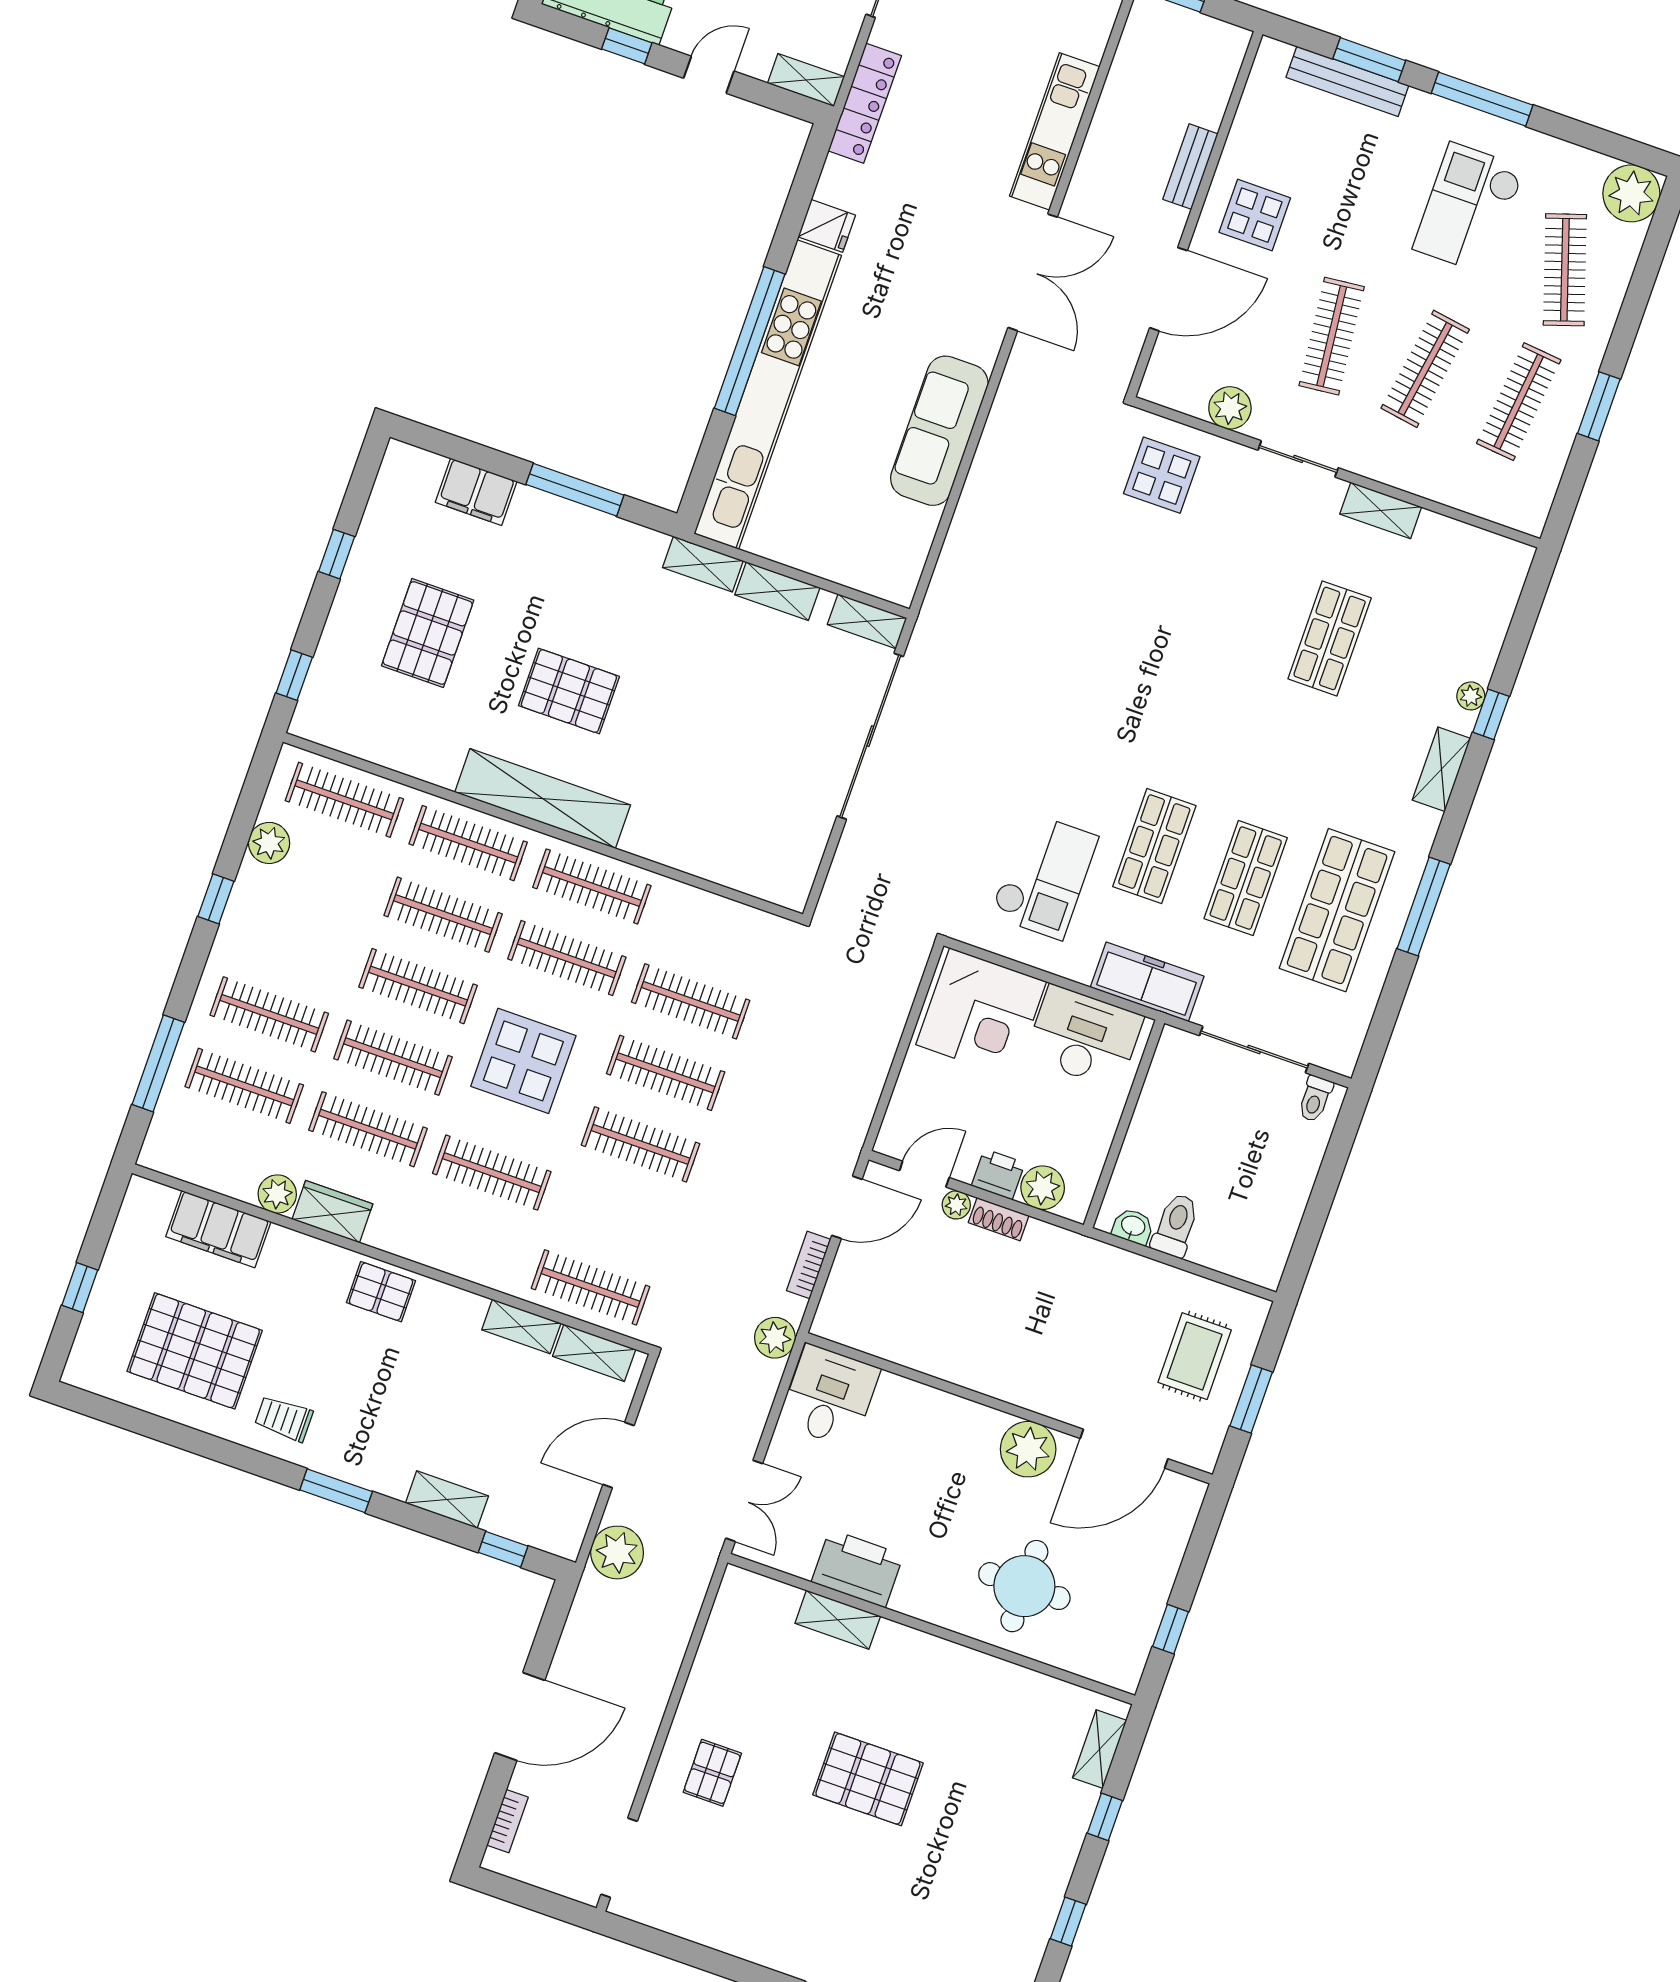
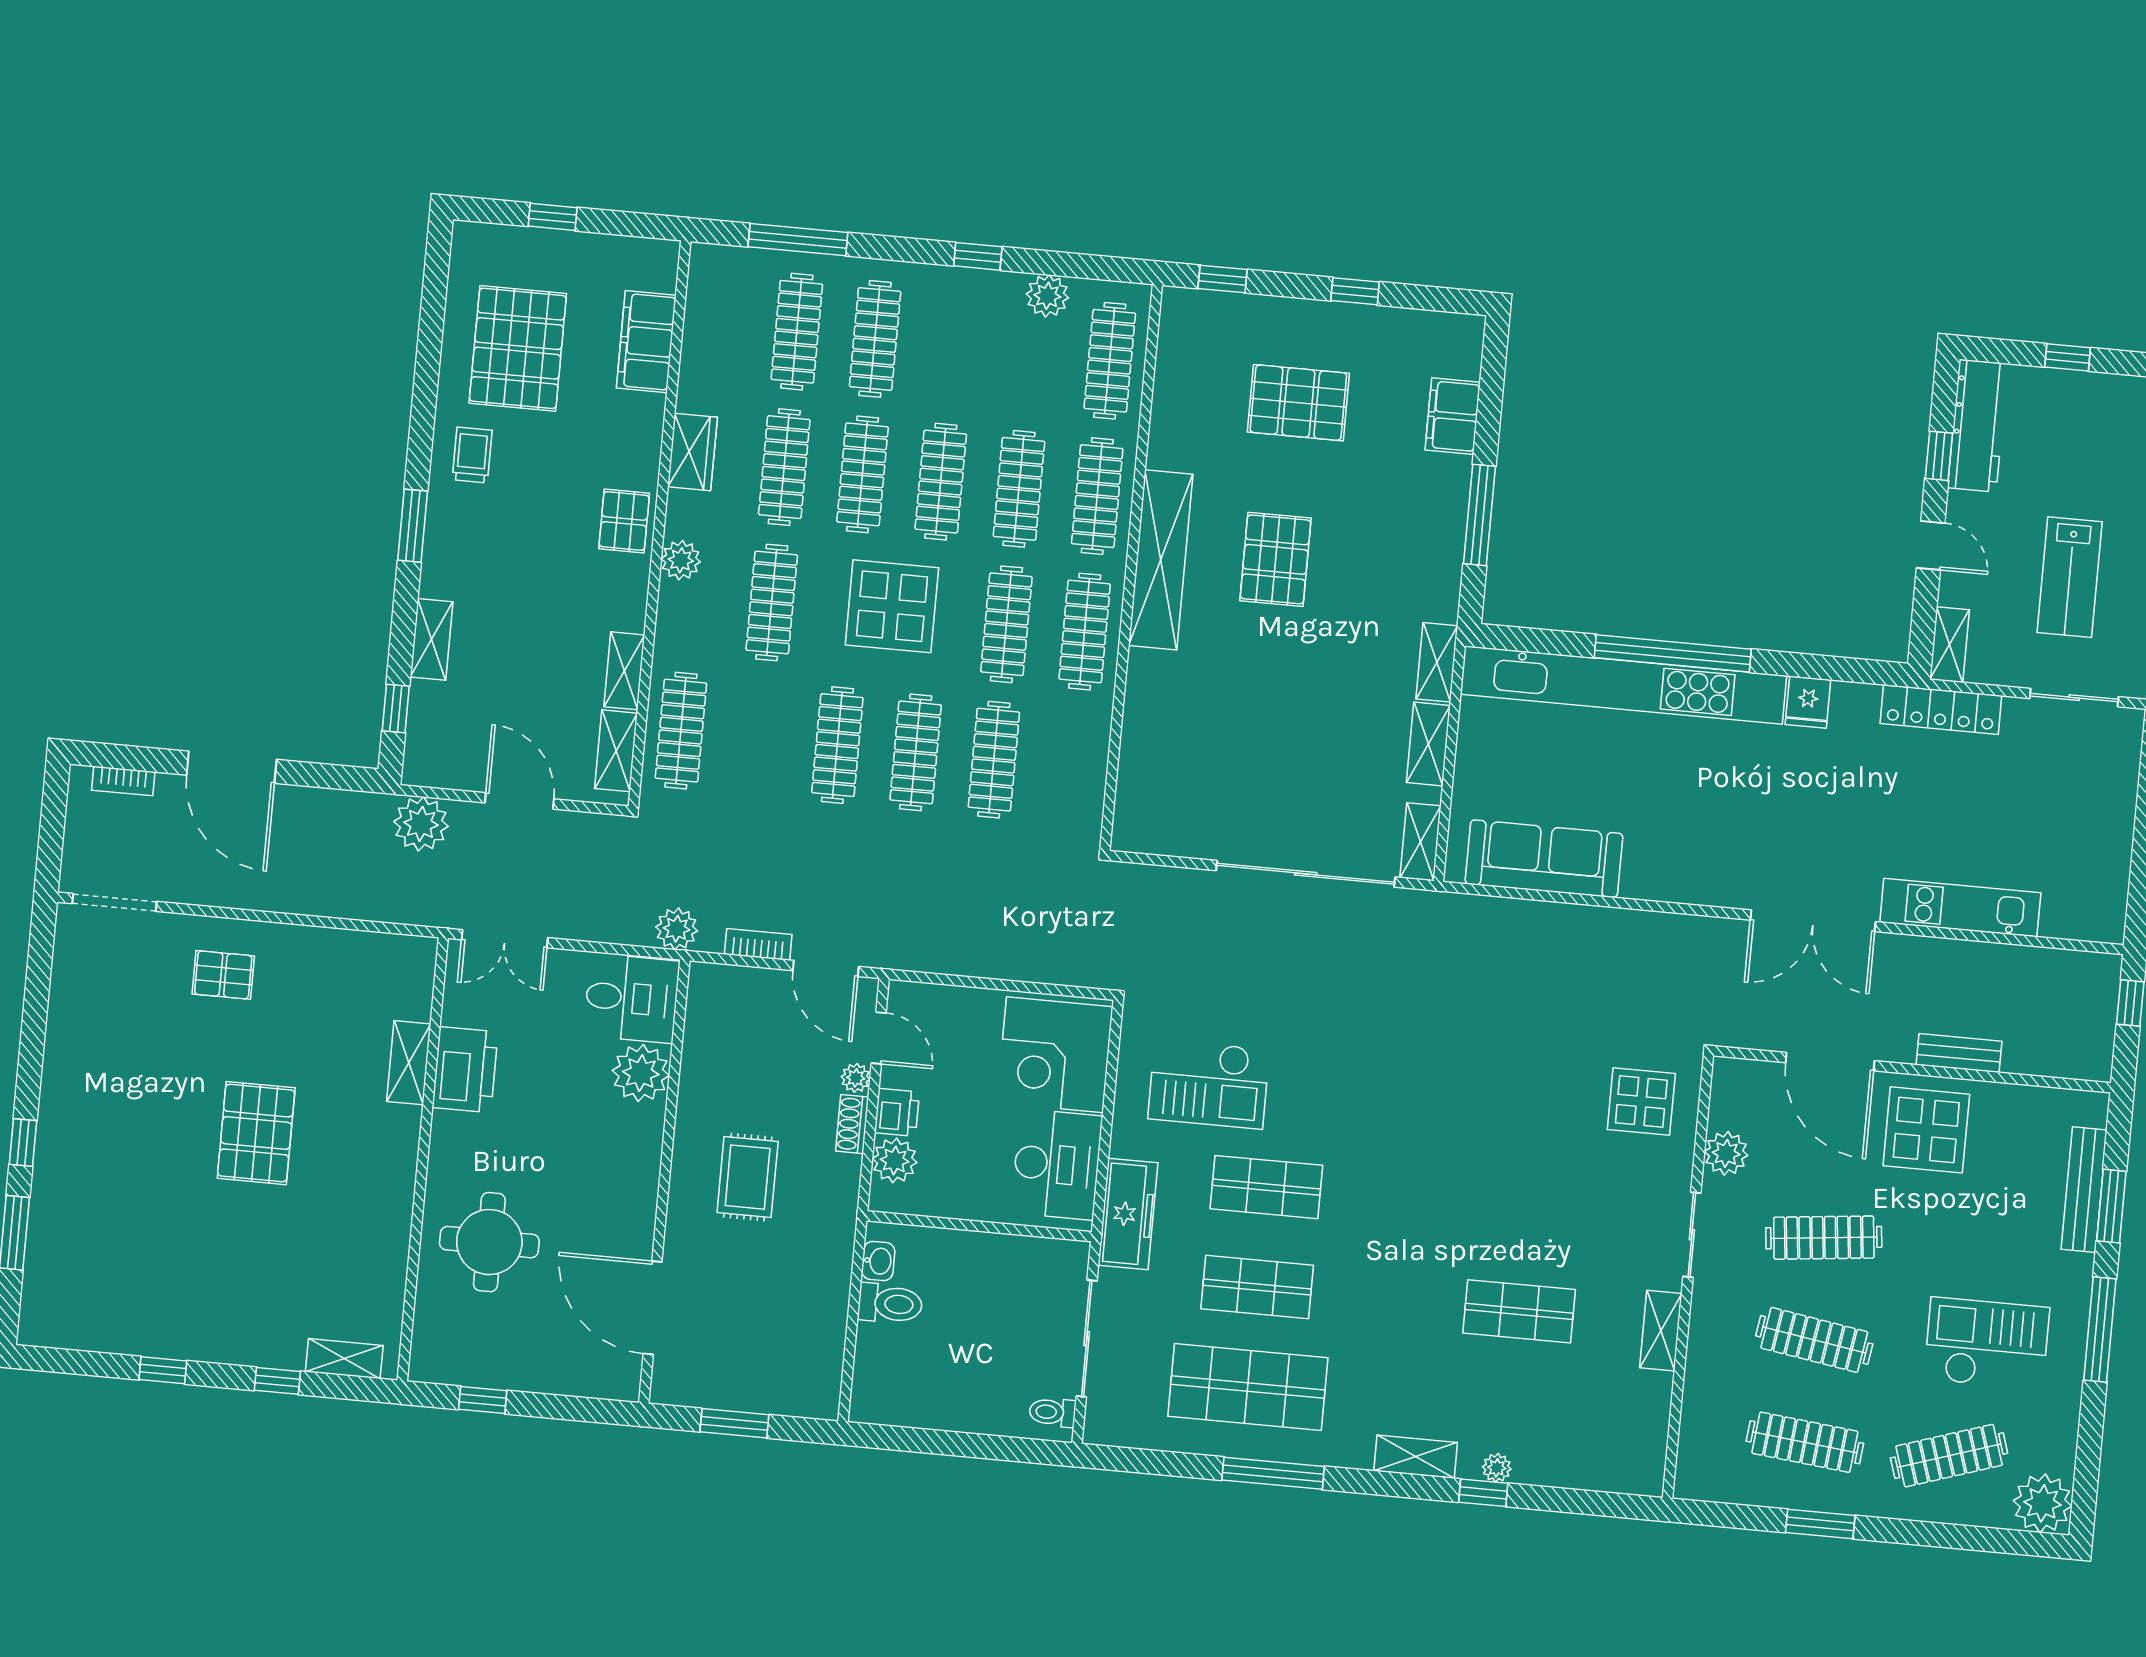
display table: (1255, 215) -> (1926, 1130), width x1.36, depth x1.36
sofa: (939, 431) -> (1544, 859), moved
plant: (277, 1194) -> (681, 560), moved
rug: (1195, 1356) -> (748, 1177), moved, turned 90
plant: (1028, 1449) -> (641, 1073), moved

